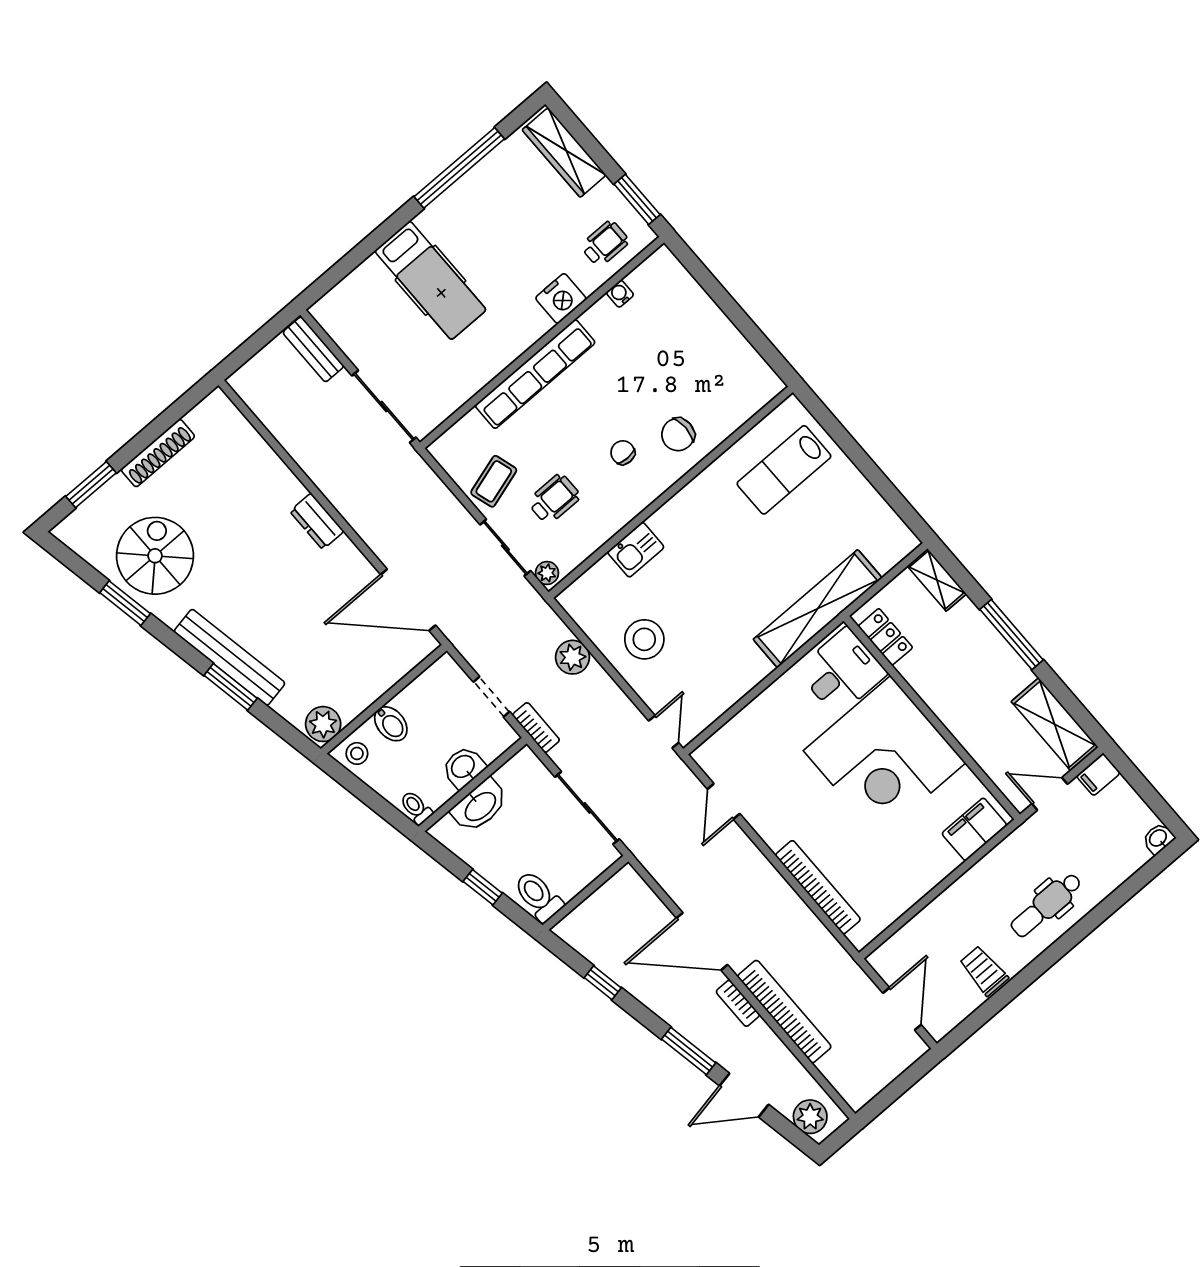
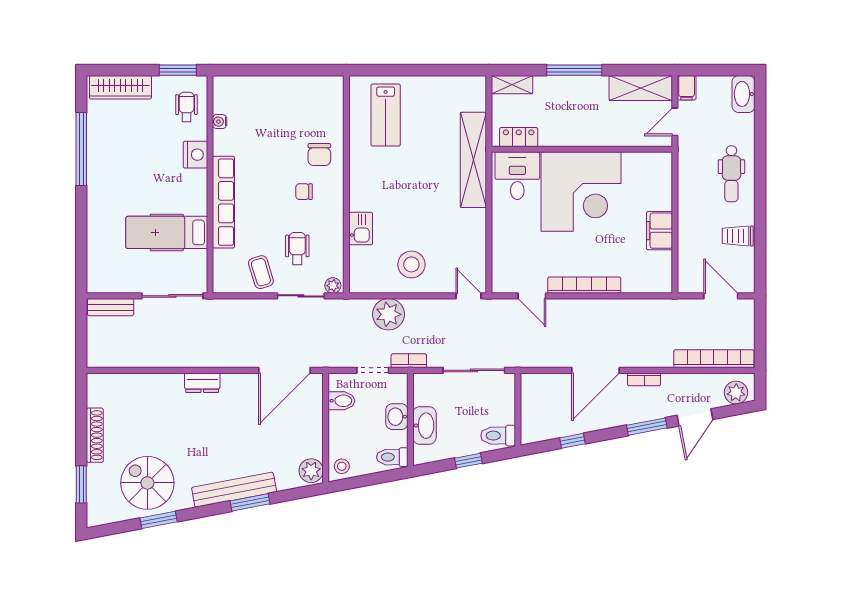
hospital bed: (430, 280) -> (167, 232), moved, turned 180
plant: (573, 657) -> (388, 314), width x1.36, depth x1.36
bidet: (391, 724) -> (341, 401), moved
toilet: (416, 807) -> (392, 457), width x1.37, depth x1.39
filing cabinet: (974, 829) -> (659, 231), moved
washbasin: (1158, 838) -> (744, 94), width x1.91, depth x1.45
bookcase: (818, 887) -> (584, 285), moved
bookcase: (784, 1012) -> (714, 359), moved

